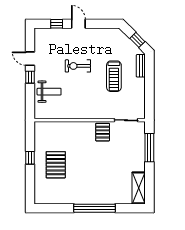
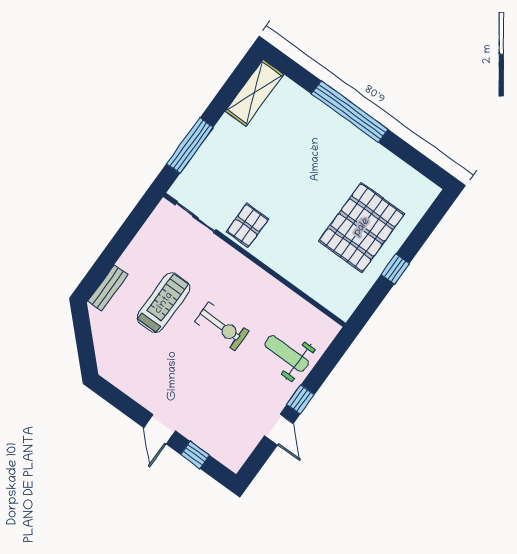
window: (137, 40) -> (83, 334), removed
exercise bike: (78, 66) -> (222, 326), moved
pallet: (56, 165) -> (362, 227), width x1.37, depth x1.41

